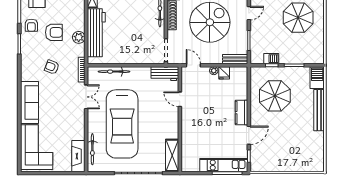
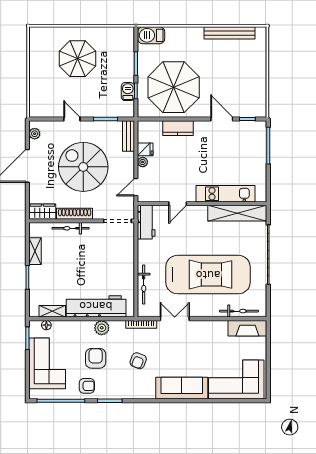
parasol: (275, 96) -> (174, 87), width x1.36, depth x1.36
bench: (319, 110) -> (229, 33), moved
kitchen counter: (241, 113) -> (178, 128), moved
shelving: (172, 155) -> (237, 213), width x1.47
kitchen unit: (224, 165) -> (226, 194), moved, turned 90

